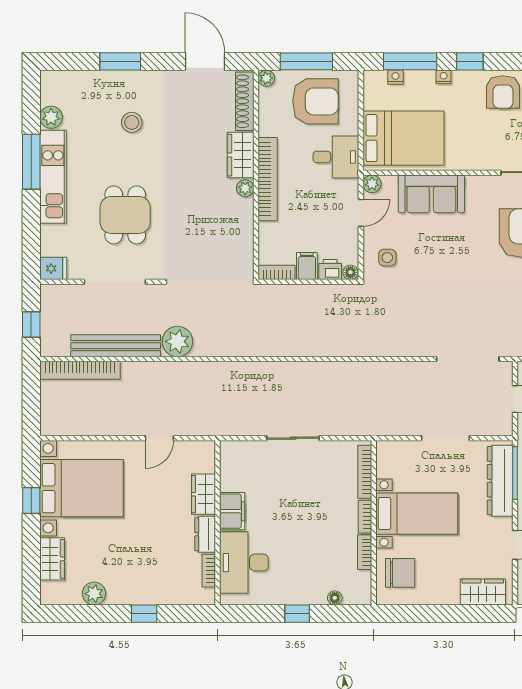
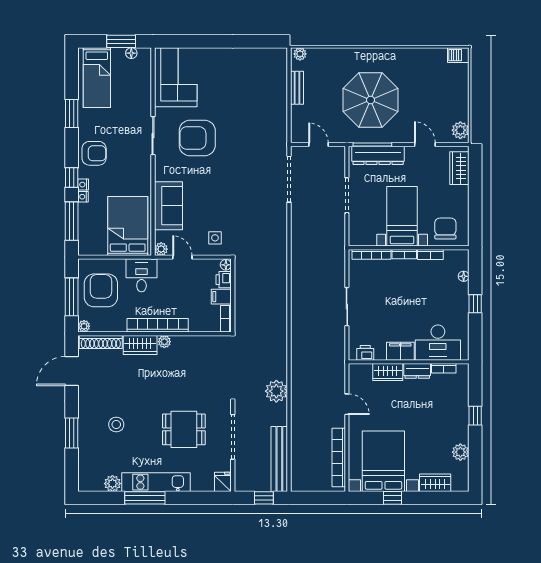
nightstand: (395, 77) -> (83, 185), moved
bench: (116, 346) -> (279, 459), moved
bookcase: (80, 370) -> (339, 457), moved, turned 180
printer: (230, 463) -> (365, 353), added

